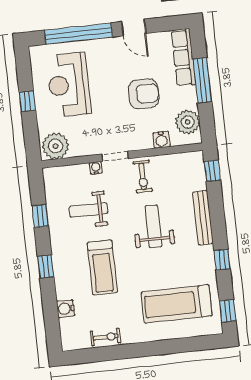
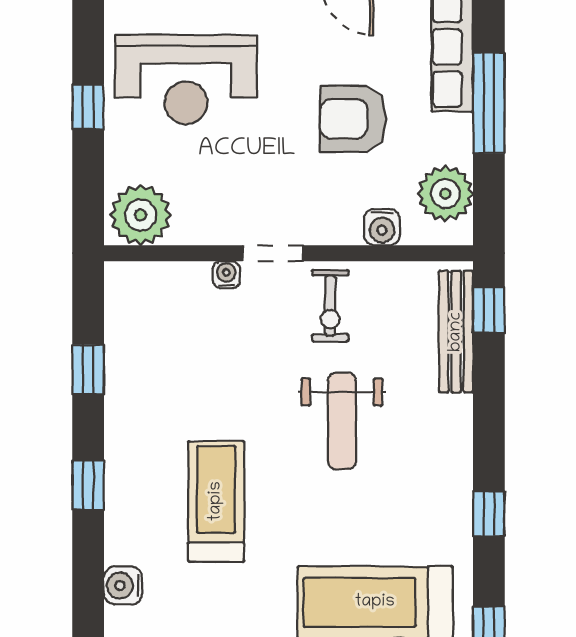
reception desk: (69, 85) -> (186, 80), turned -90
armchair: (144, 94) -> (353, 119), turned 180
weight bench: (89, 210) -> (199, 368), removed
bench: (203, 218) -> (456, 332), moved
weight bench: (153, 226) -> (342, 421), turned 180
treadmill: (102, 267) -> (216, 501), turned 180

